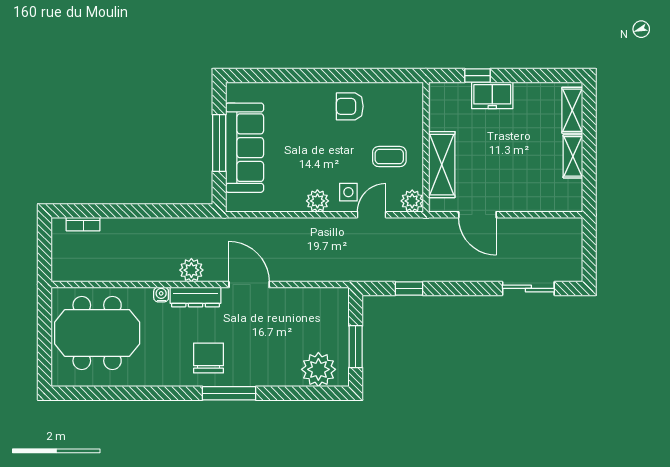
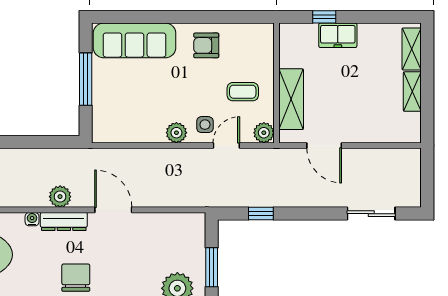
sofa: (245, 148) -> (134, 40), moved, turned 90

